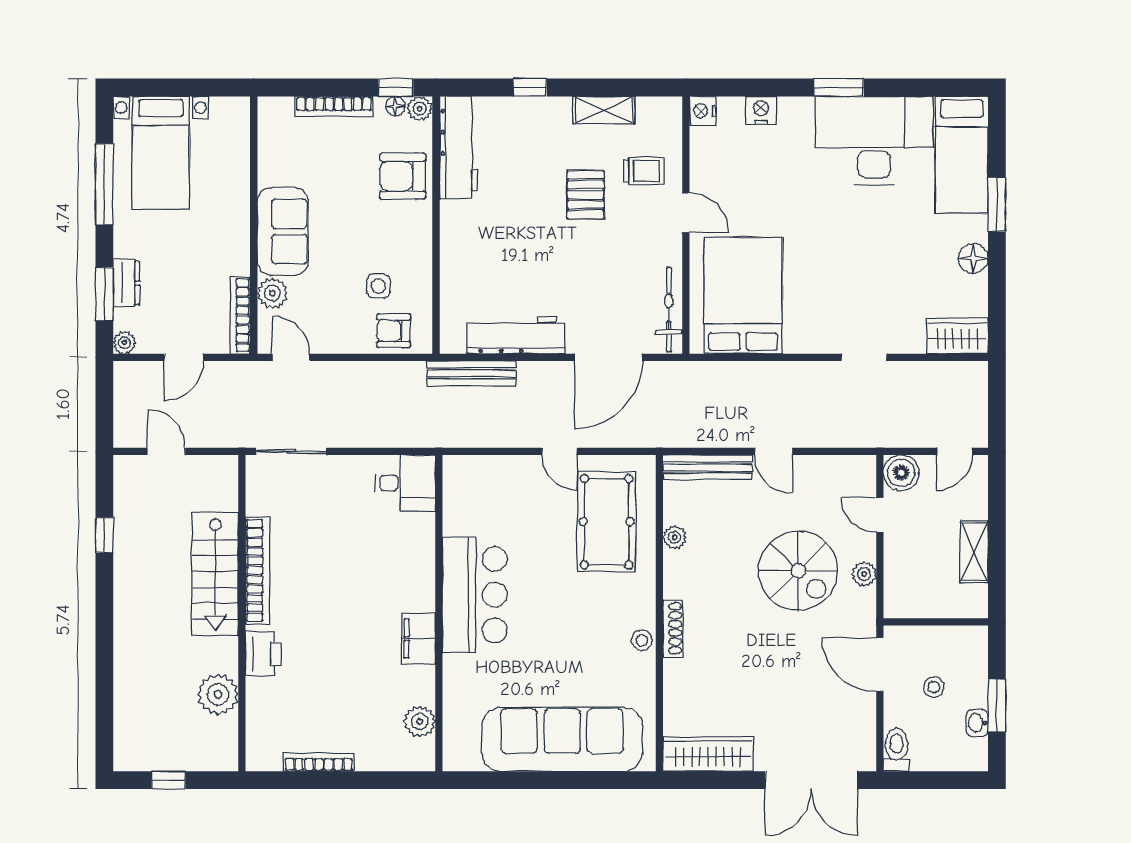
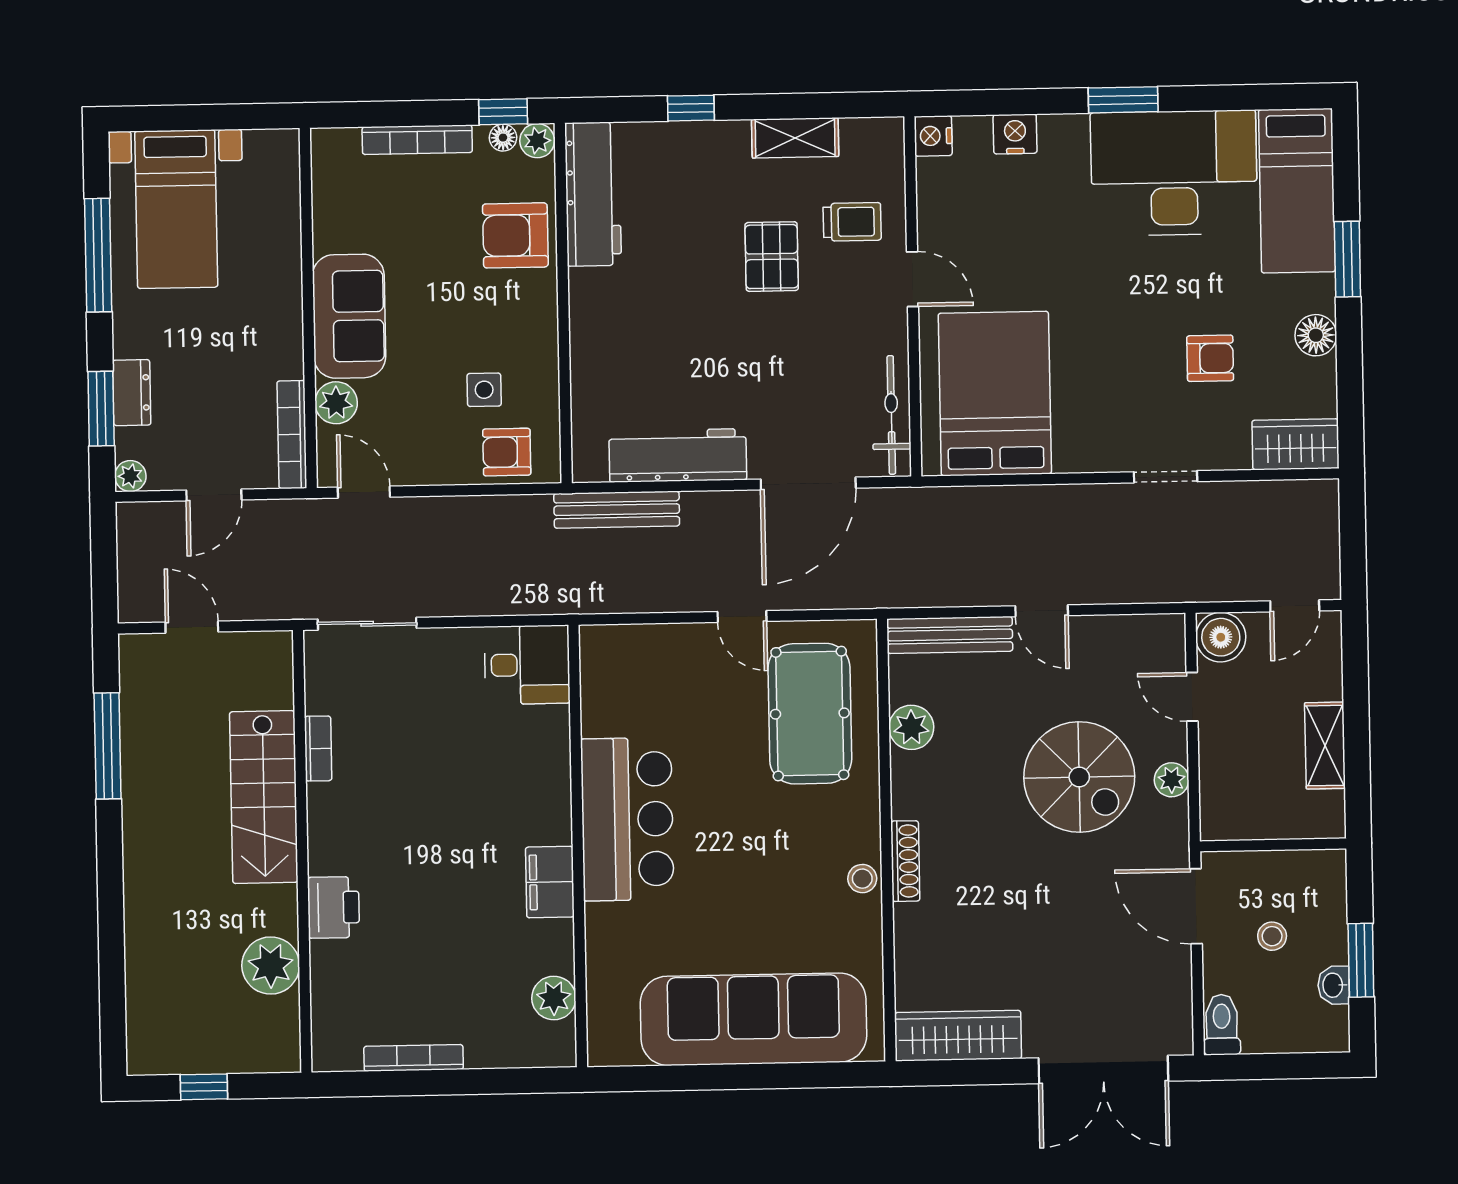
armchair: (897, 273) -> (1210, 358), added
window: (104, 535) -> (108, 746), width x2.17
plant: (675, 537) -> (911, 727), width x1.38, depth x1.38
bookcase: (258, 570) -> (318, 748), width x0.43, depth x0.76

